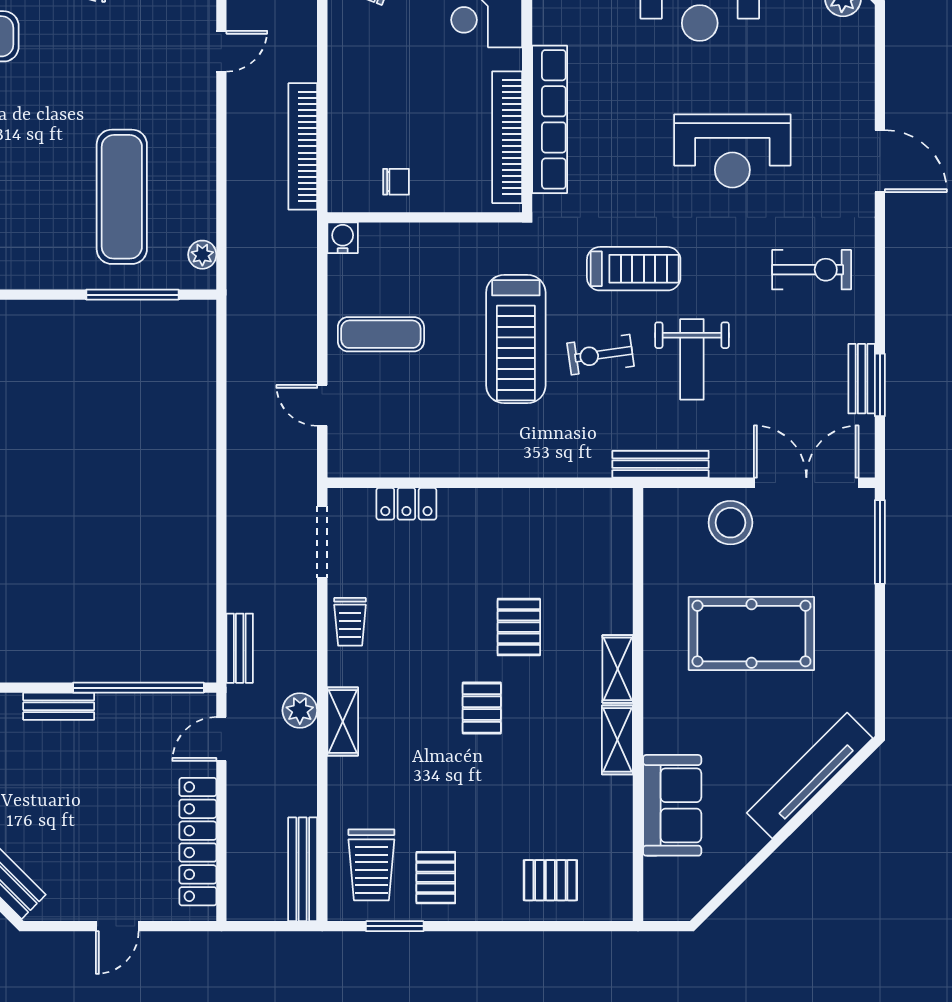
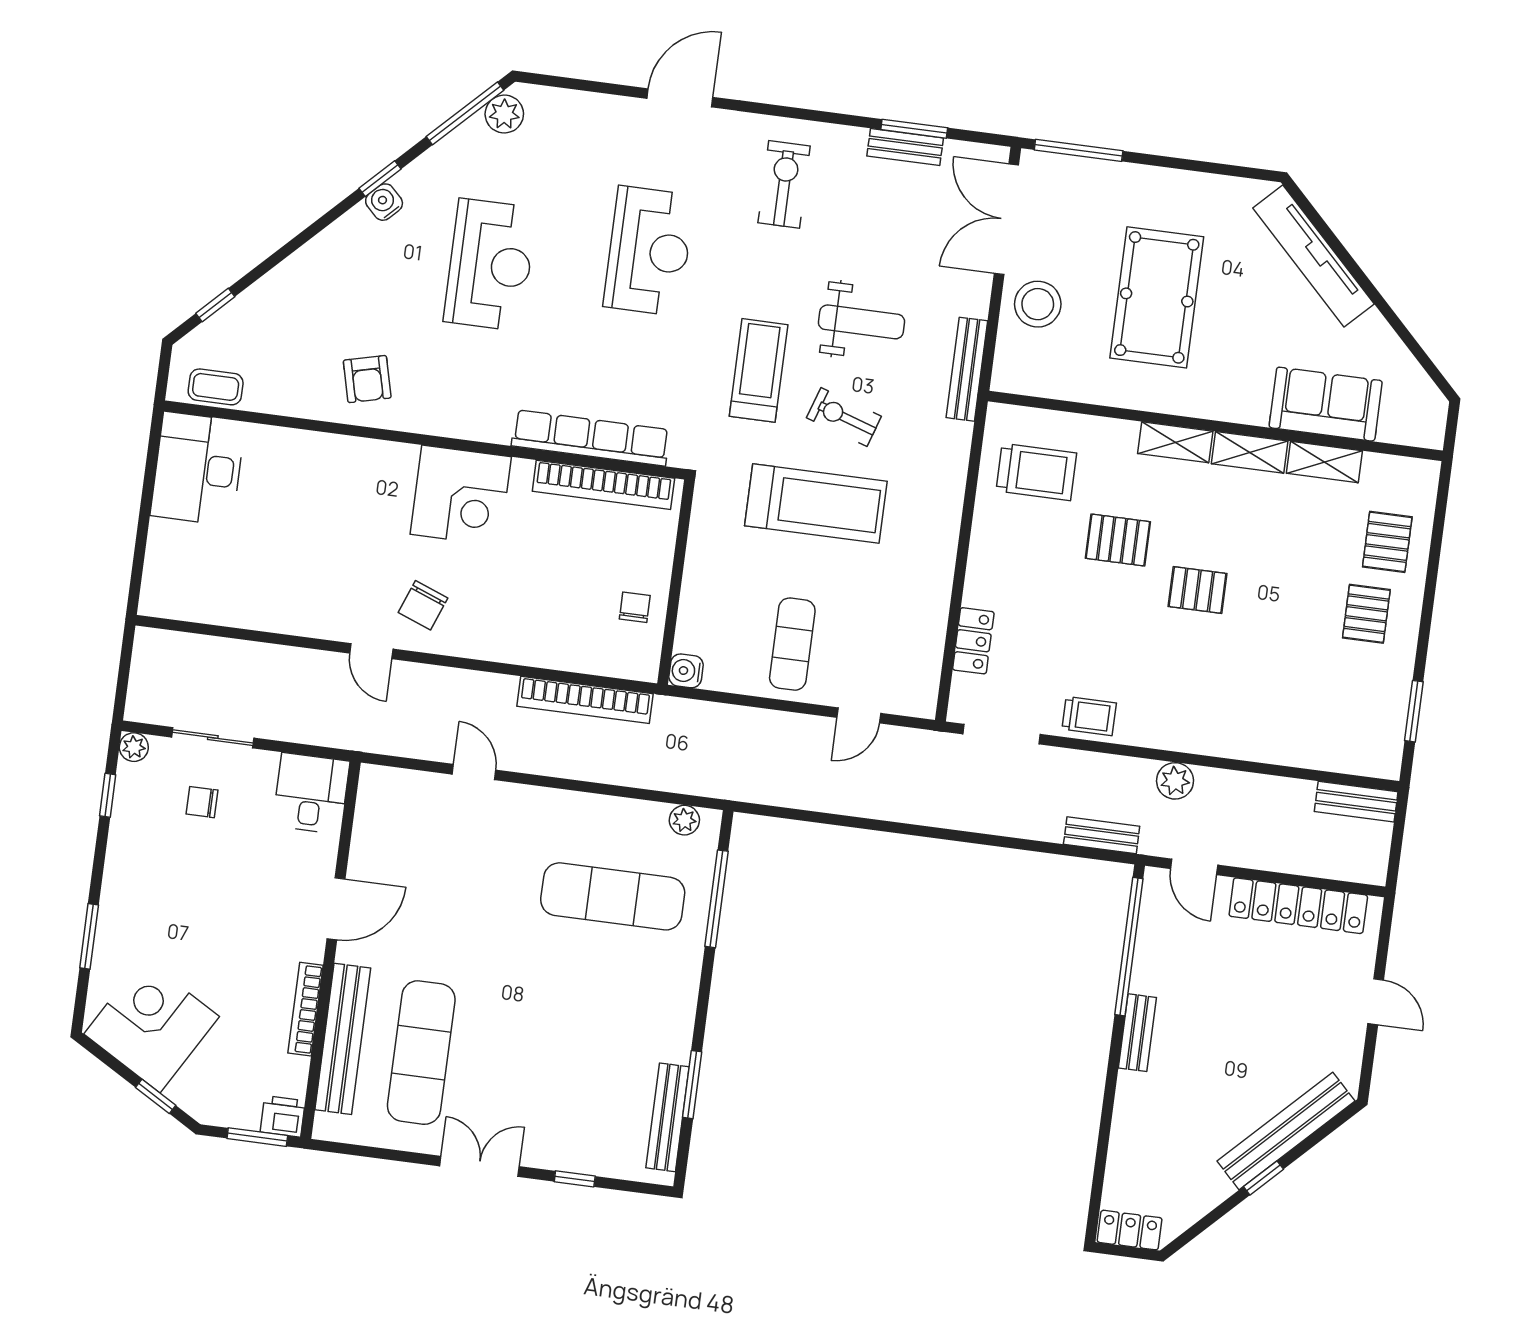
exercise bike: (601, 355) -> (844, 417), turned 116
shelving: (343, 722) -> (1324, 462), moved
trolley: (371, 865) -> (1036, 472), moved
bench: (303, 869) -> (1356, 802), width x0.73
pallet: (436, 878) -> (1366, 614), moved, turned 90

